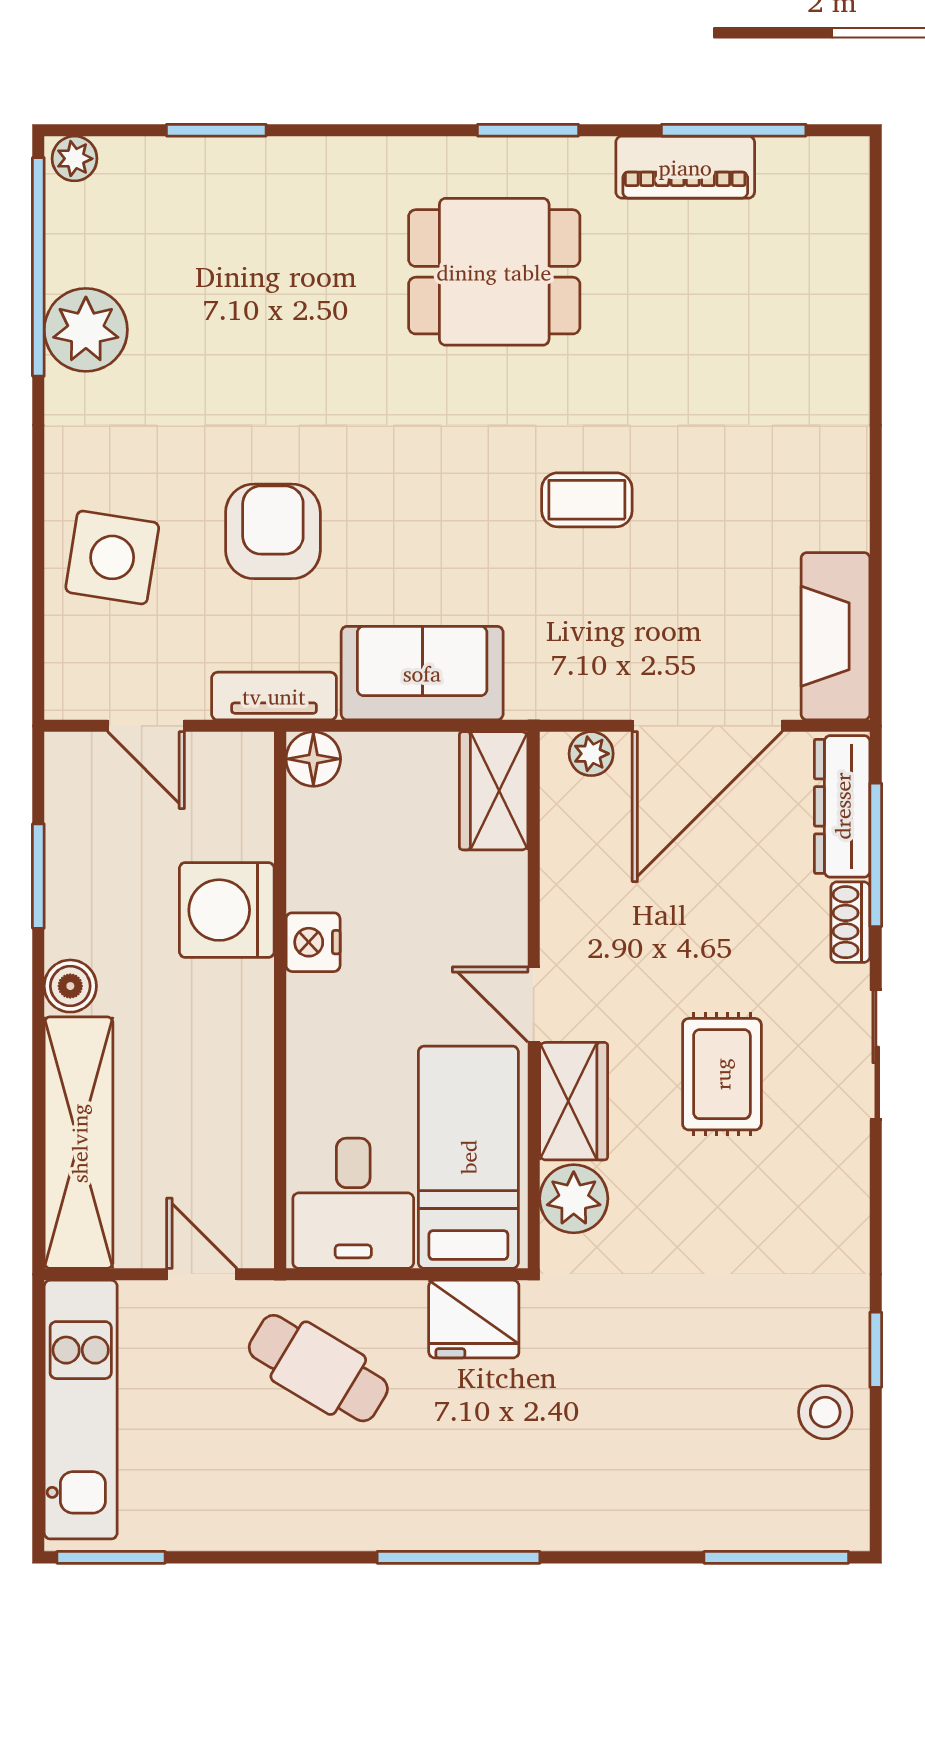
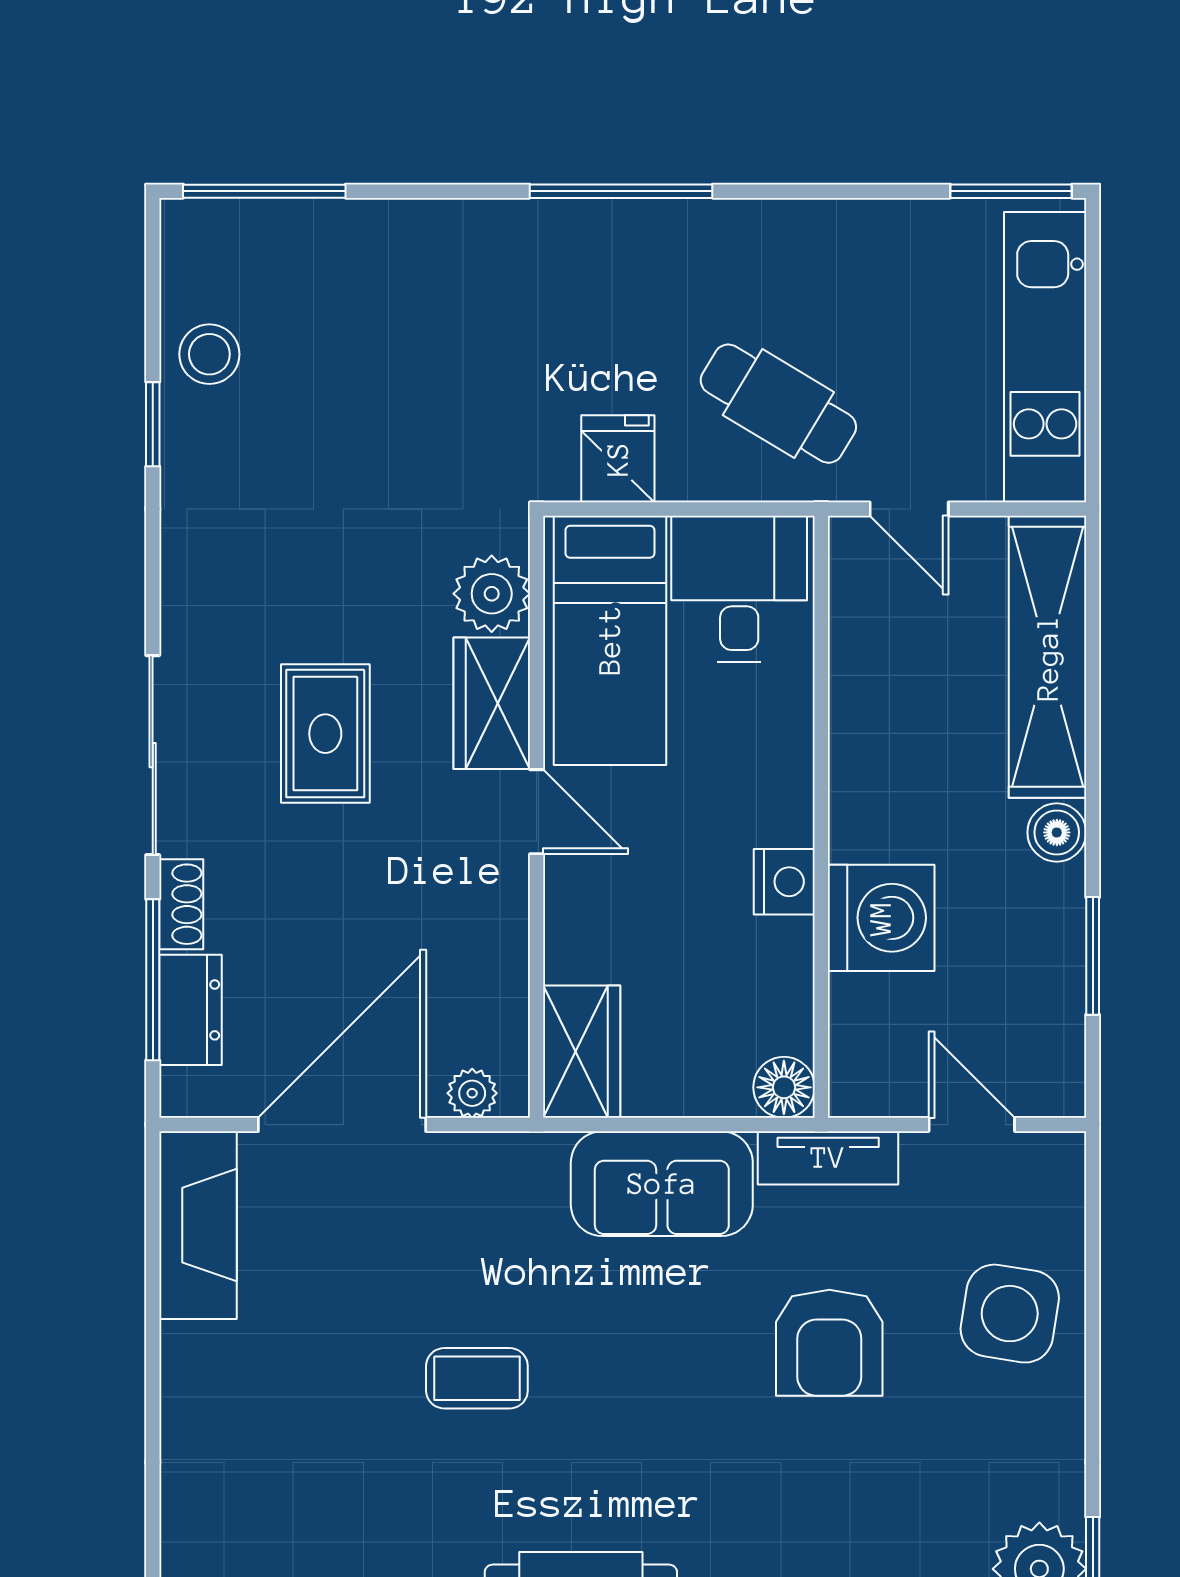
dresser: (842, 806) -> (190, 1010), width x0.70
sliding door: (876, 1055) -> (153, 755), width x1.37
fridge: (474, 1319) -> (618, 459), width x0.72

